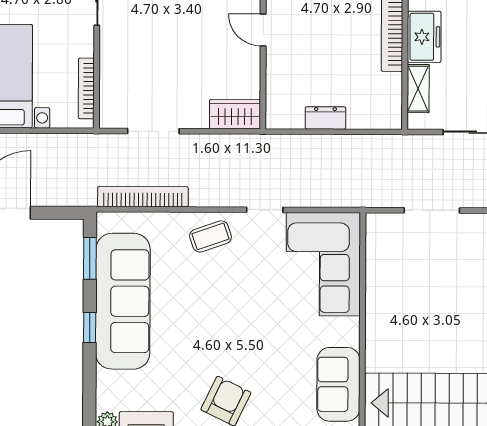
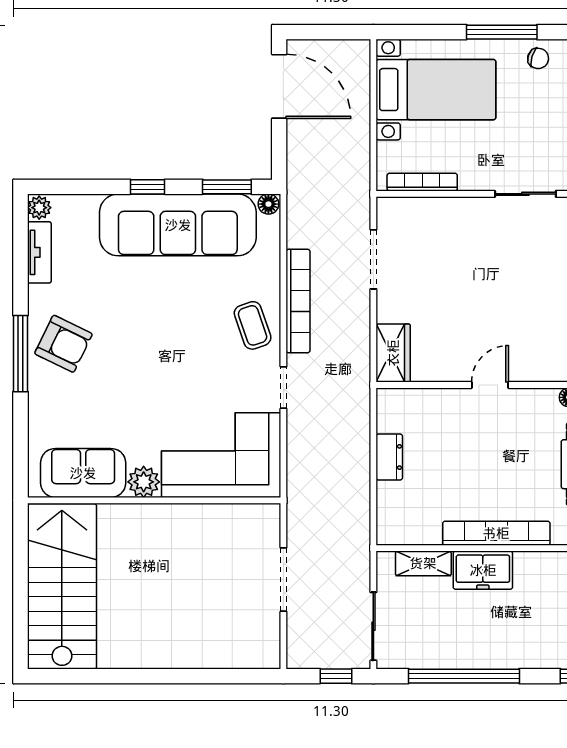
bookcase: (143, 197) -> (298, 301), moved
floor lamp: (105, 222) -> (268, 204), added
plant: (346, 332) -> (144, 482), added

